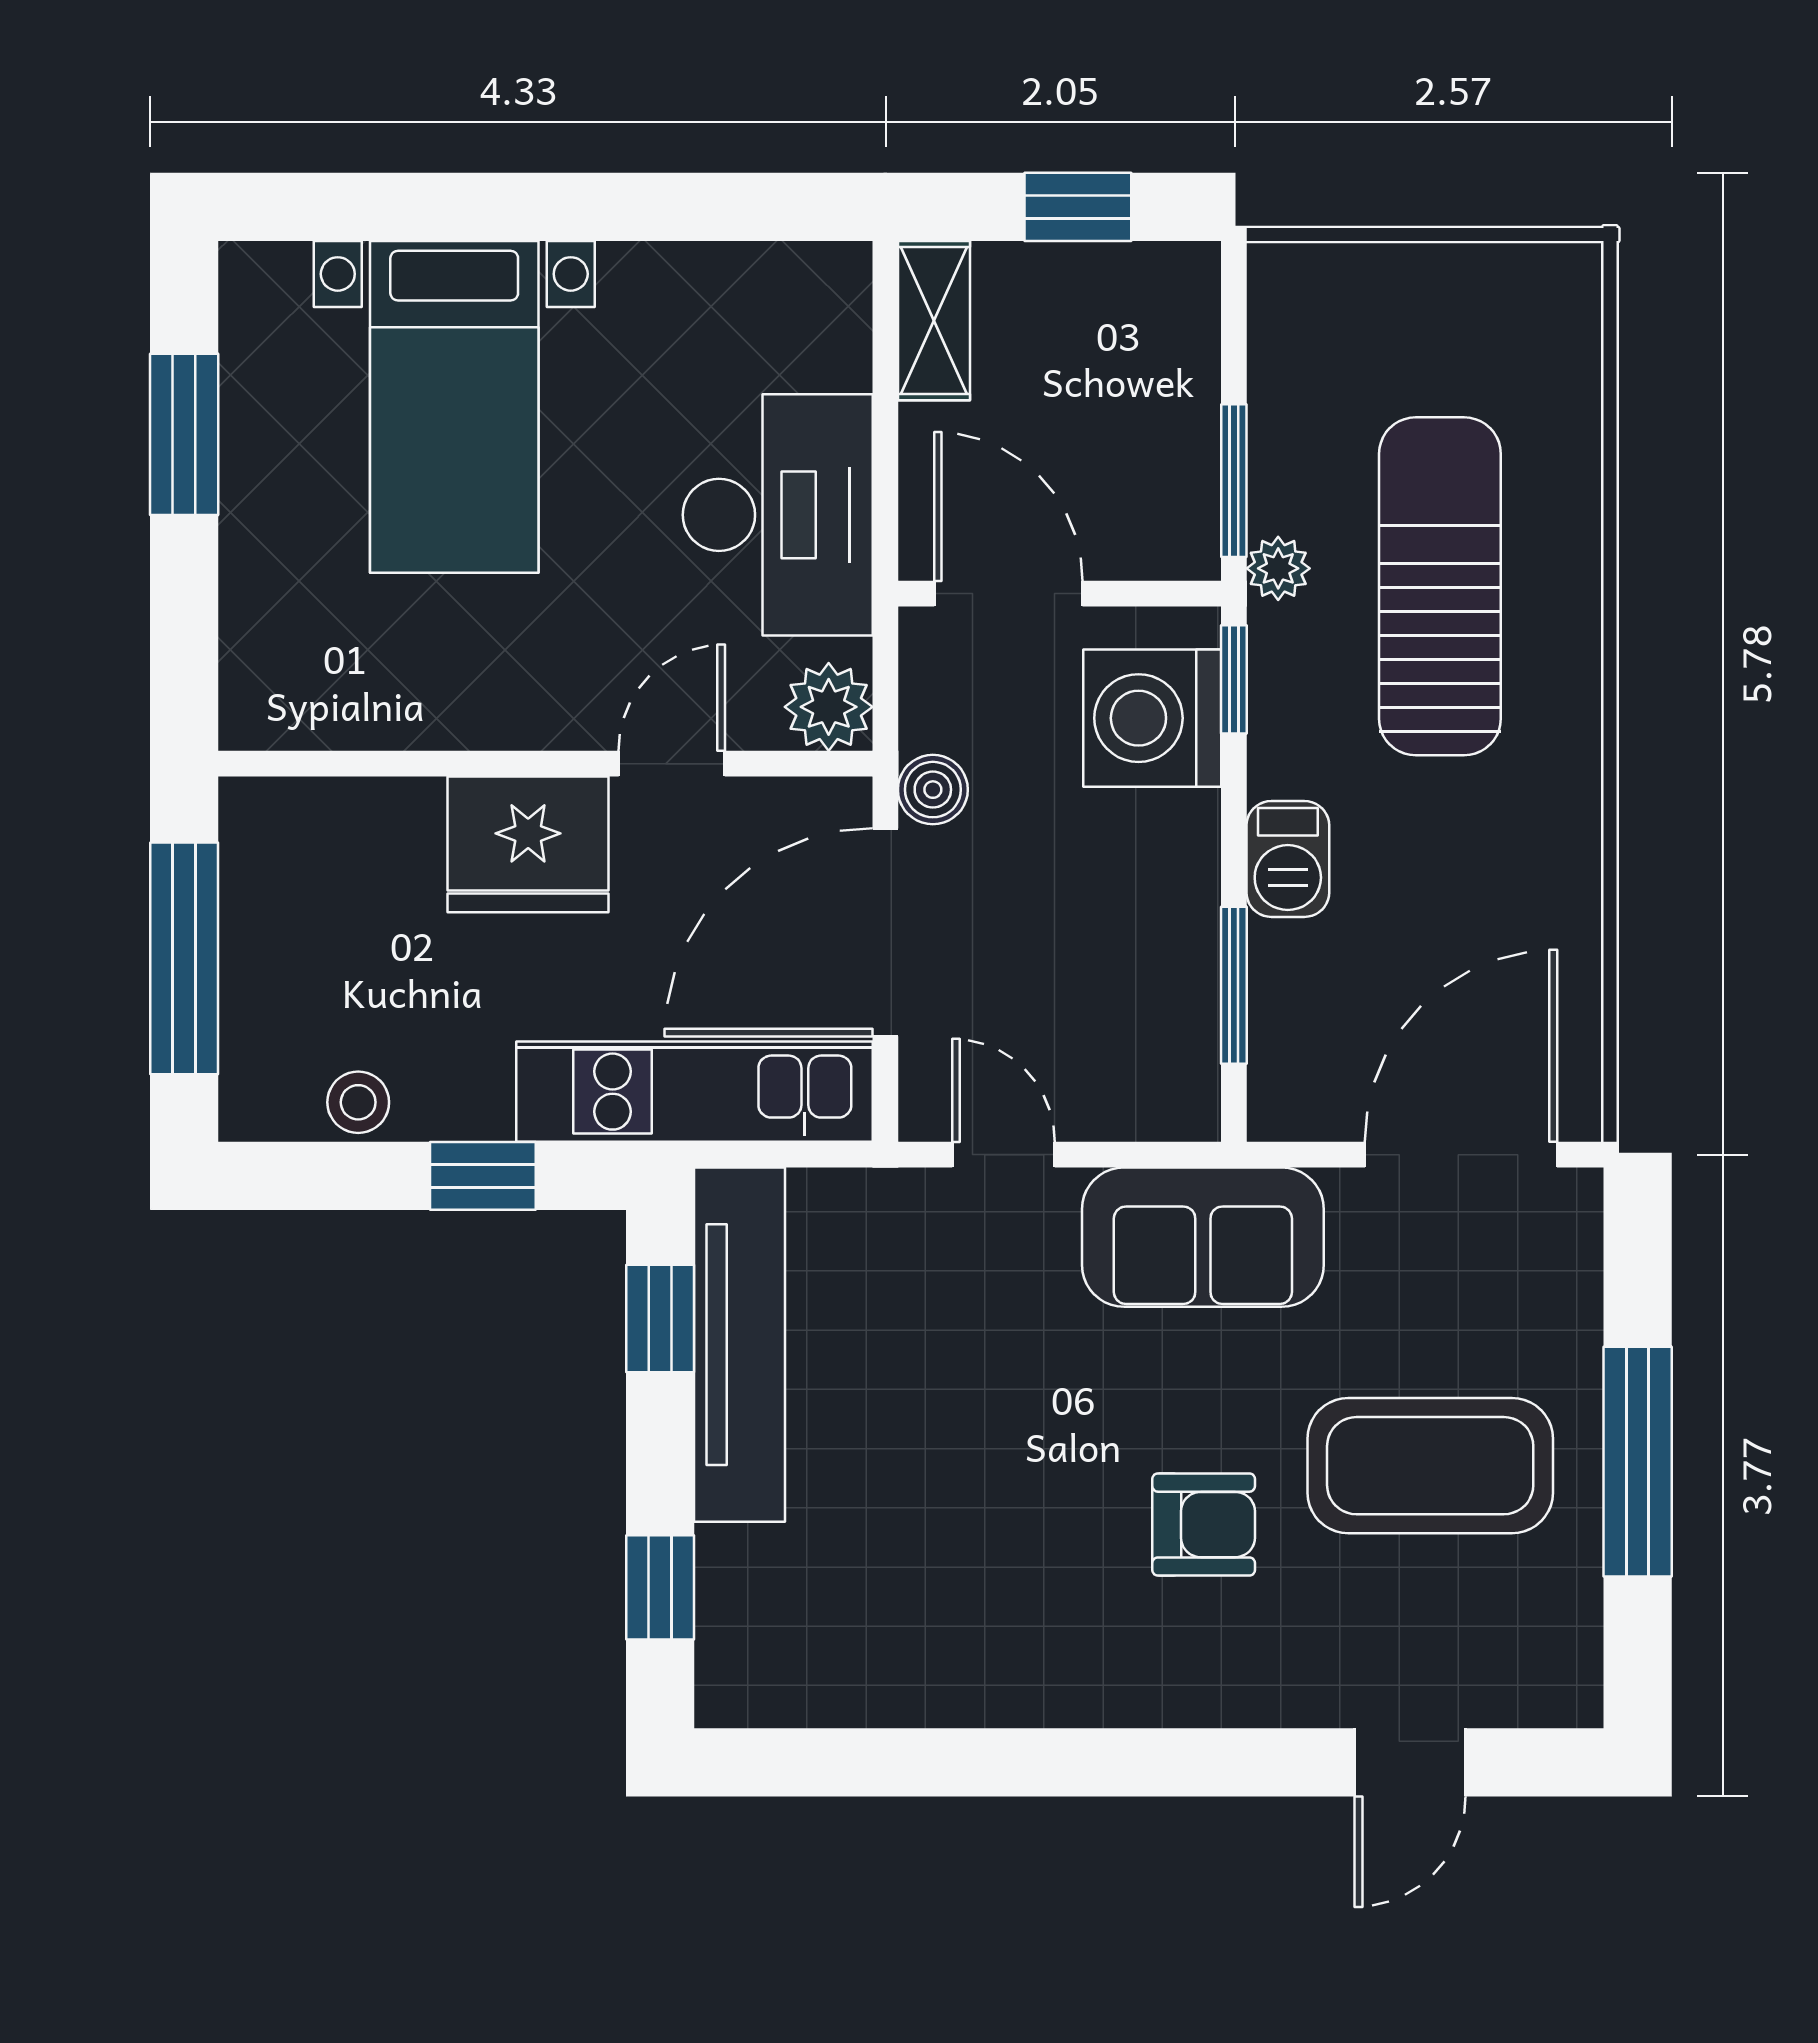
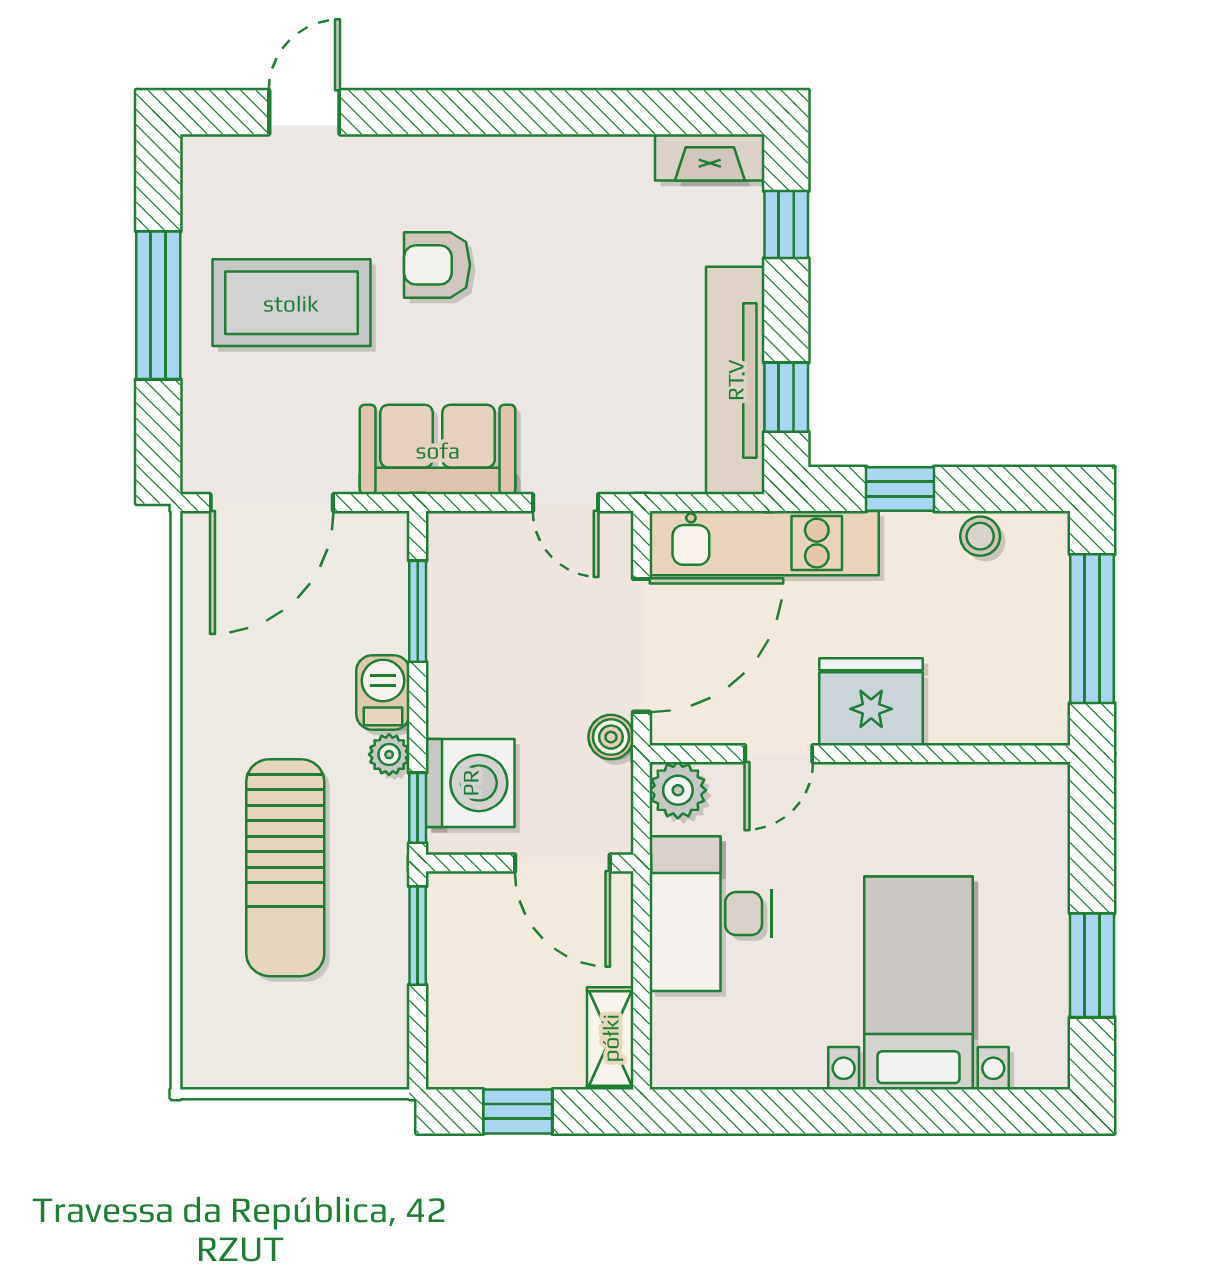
plant: (1278, 568) -> (389, 755), moved
fireplace: (779, 1692) -> (710, 157), added

